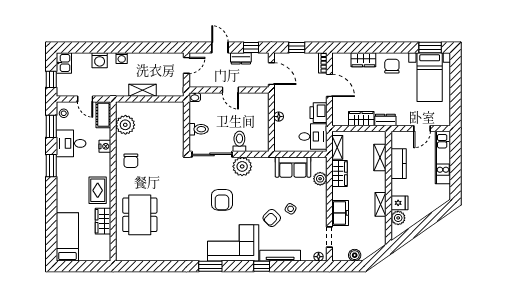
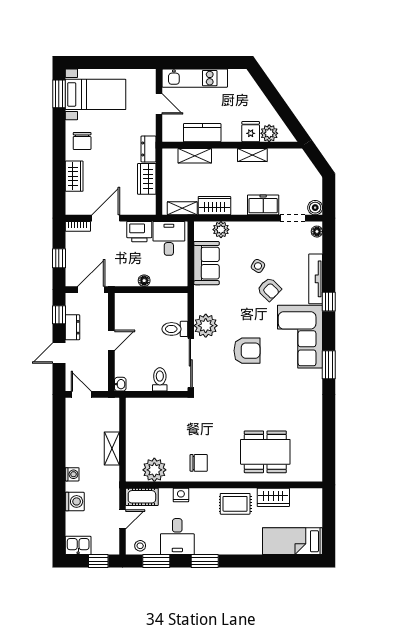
chair: (392, 66) -> (82, 141), turned -90
boiler: (355, 255) -> (315, 208), moved

